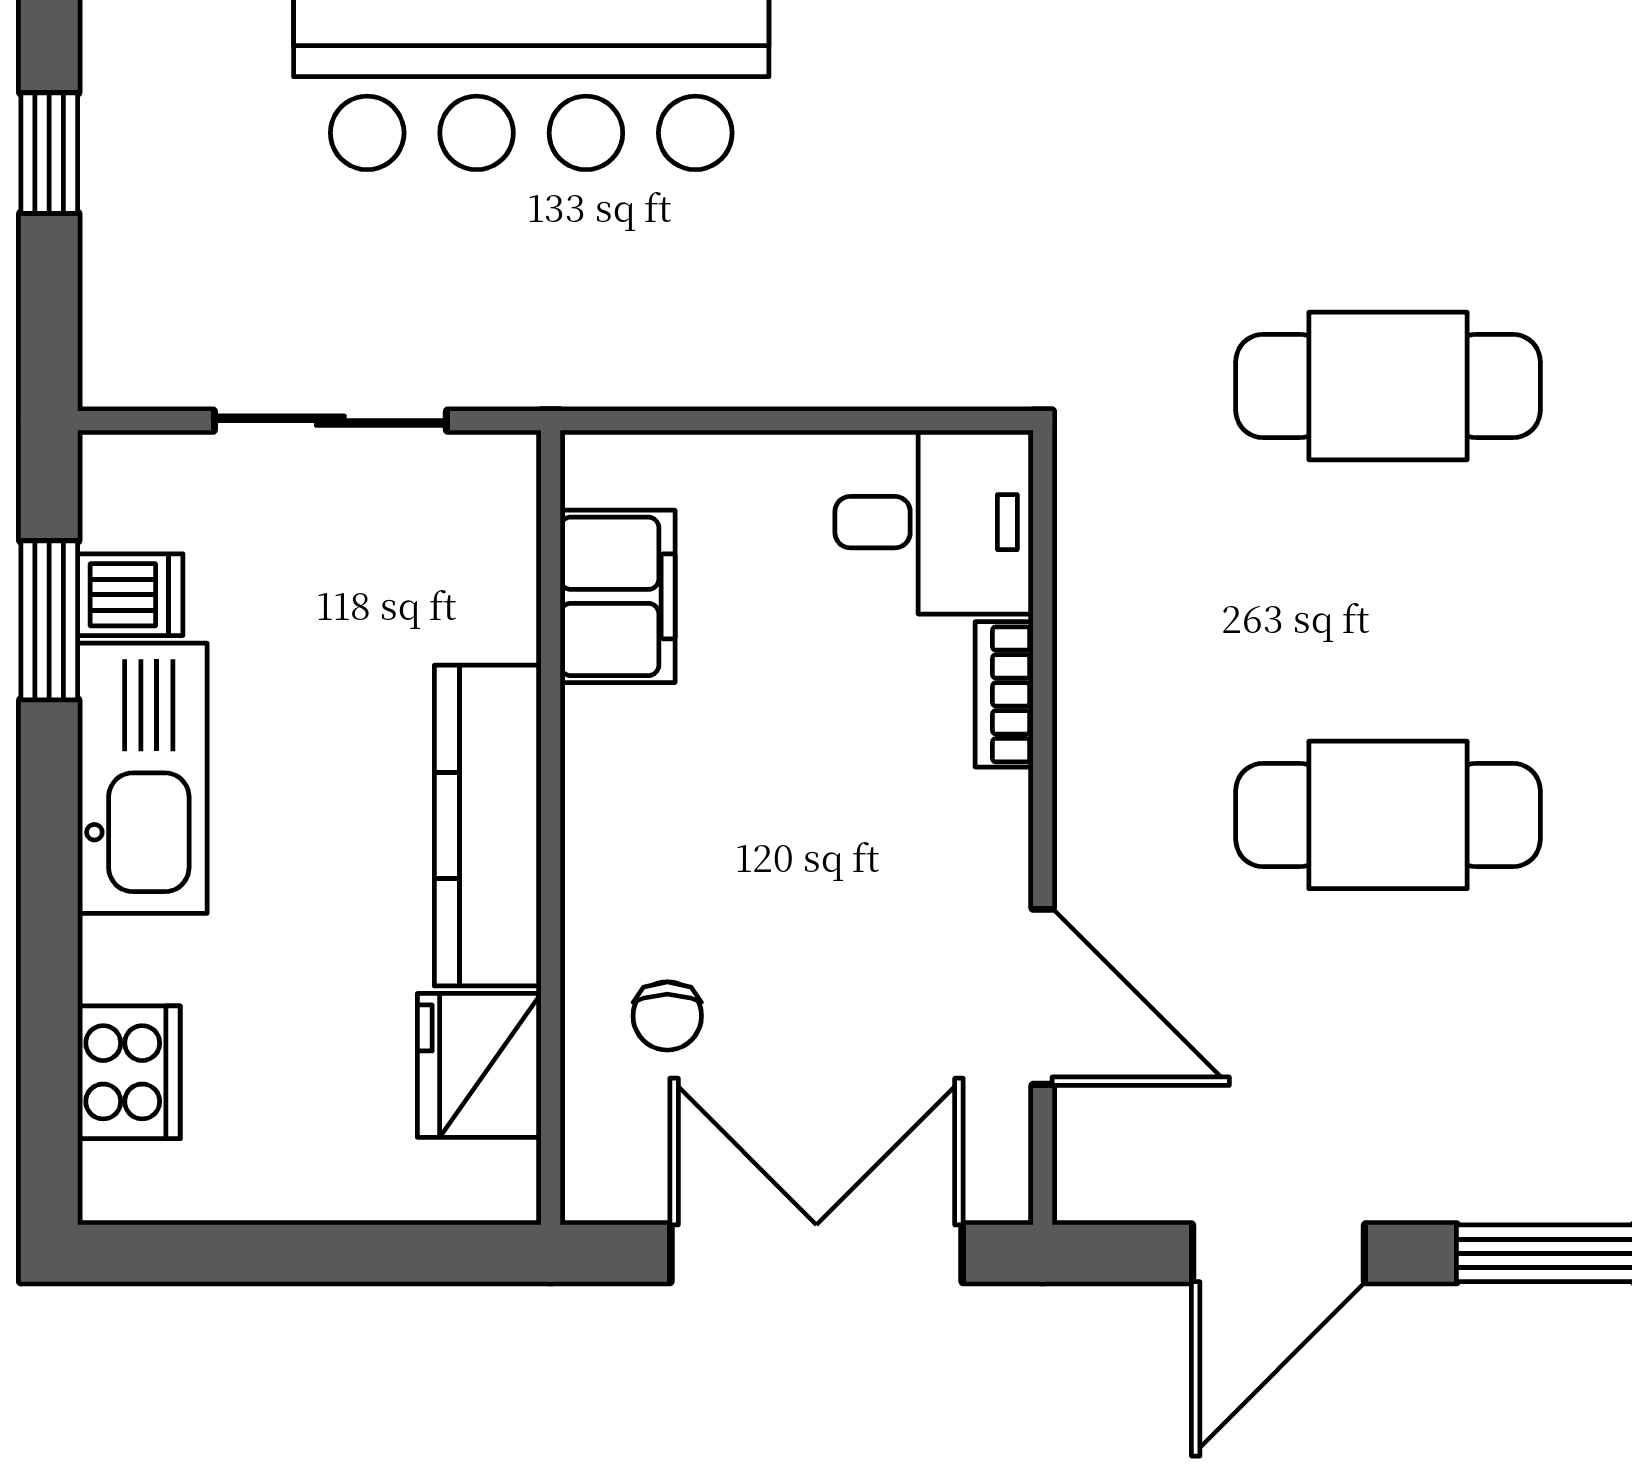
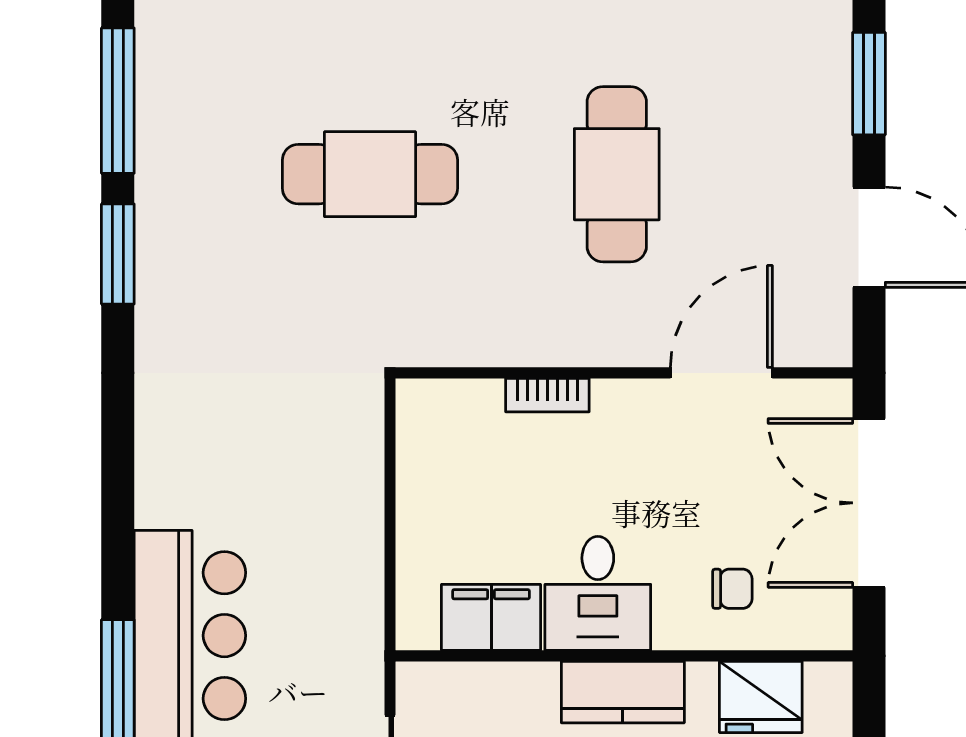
cafe table: (1388, 386) -> (370, 174), turned 90
desk: (934, 522) -> (598, 593), moved, turned 180
kitchen counter: (488, 826) -> (623, 692), width x0.67

